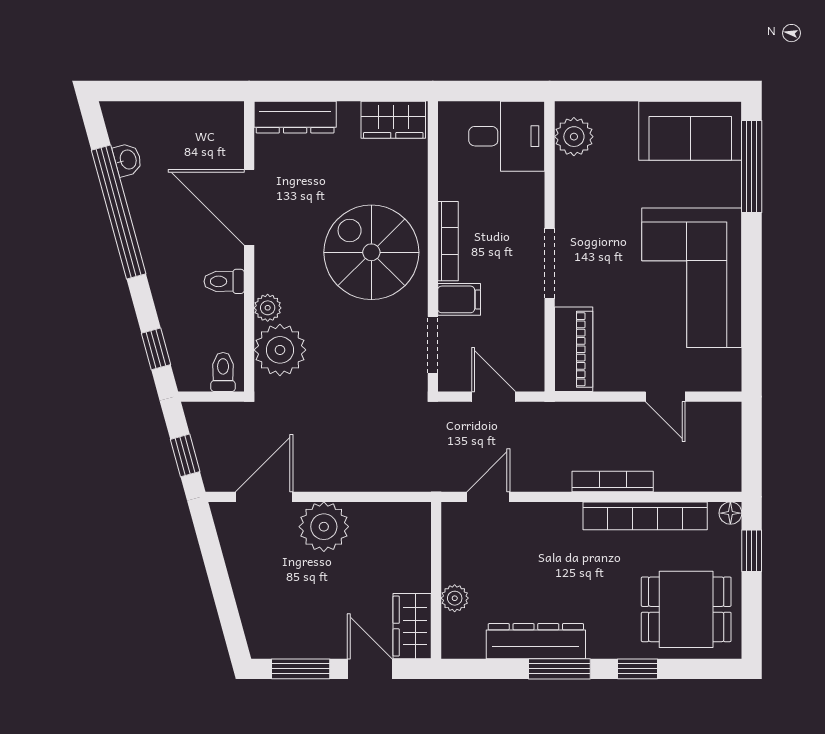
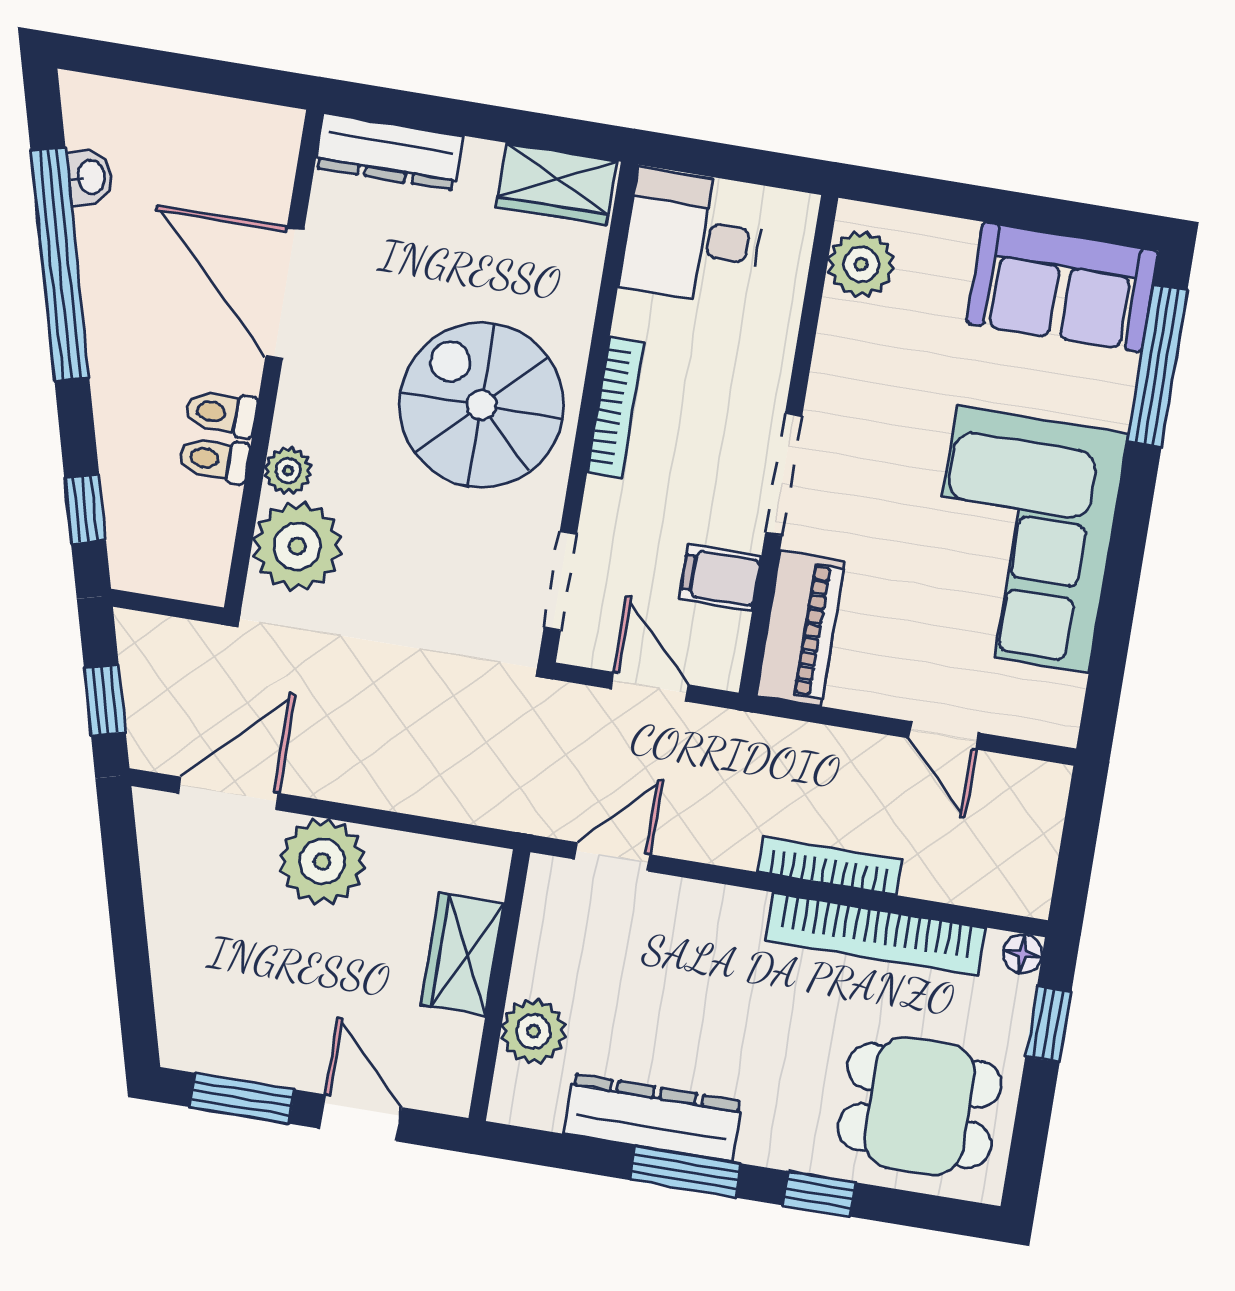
desk: (507, 136) -> (693, 237), moved, turned 180
filing cabinet: (459, 299) -> (720, 578), moved, turned 180
toilet: (223, 372) -> (214, 459), moved, turned -90
plant: (455, 598) -> (533, 1031), width x1.38, depth x1.38
wardrobe: (412, 626) -> (462, 954), moved

